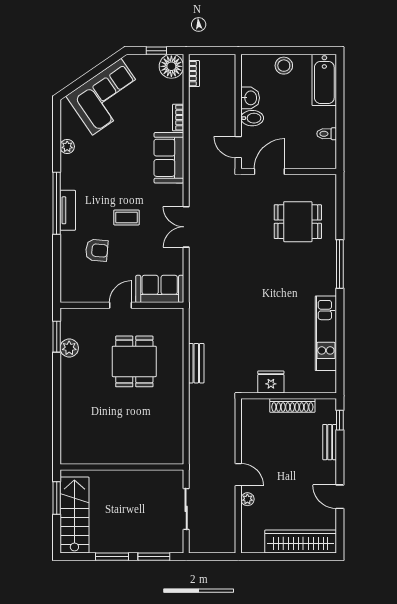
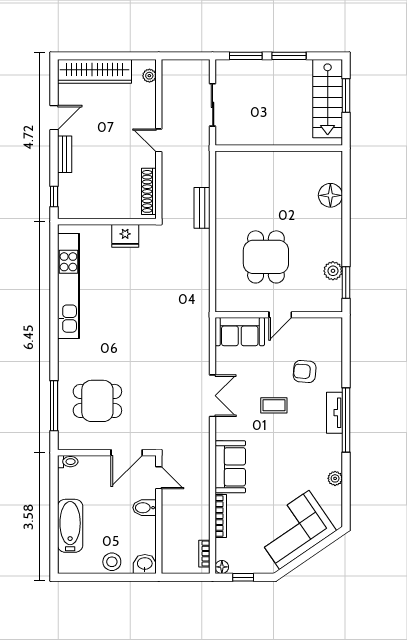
floor lamp: (171, 66) -> (222, 567), width x0.53, depth x0.53
bathtub: (324, 80) -> (70, 526), moved
washbasin: (250, 98) -> (145, 564), moved, turned 90
bookcase: (178, 118) -> (221, 516), width x1.56
toilet: (327, 134) -> (68, 462), moved
window: (340, 264) -> (54, 406), moved
kitchen unit: (326, 333) -> (68, 286), width x1.36
bench: (196, 363) -> (202, 208), moved
shoe rack: (292, 405) -> (149, 191), moved, turned -90
floor lamp: (72, 421) -> (330, 195), added
bench: (330, 442) -> (65, 154), moved
door: (340, 497) -> (54, 118), hinge flipped
window: (57, 498) -> (346, 95), moved
plant: (247, 499) -> (149, 76), moved

